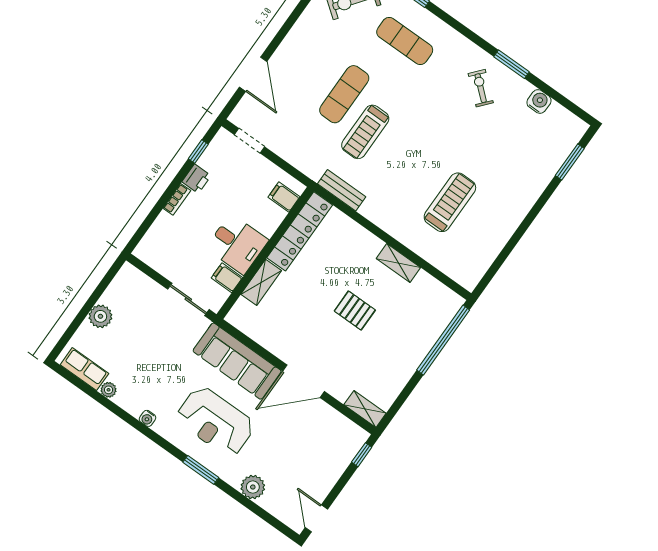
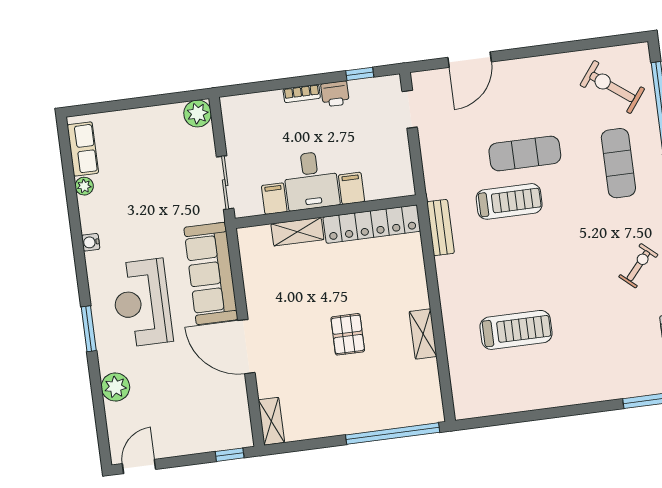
treadmill: (365, 132) -> (509, 201), turned 180
filing cabinet: (284, 197) -> (352, 188), moved
plant: (100, 316) -> (198, 113), moved

